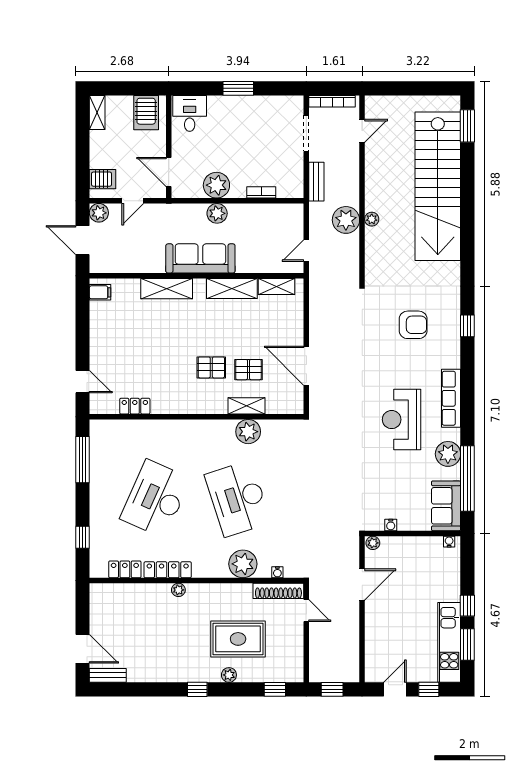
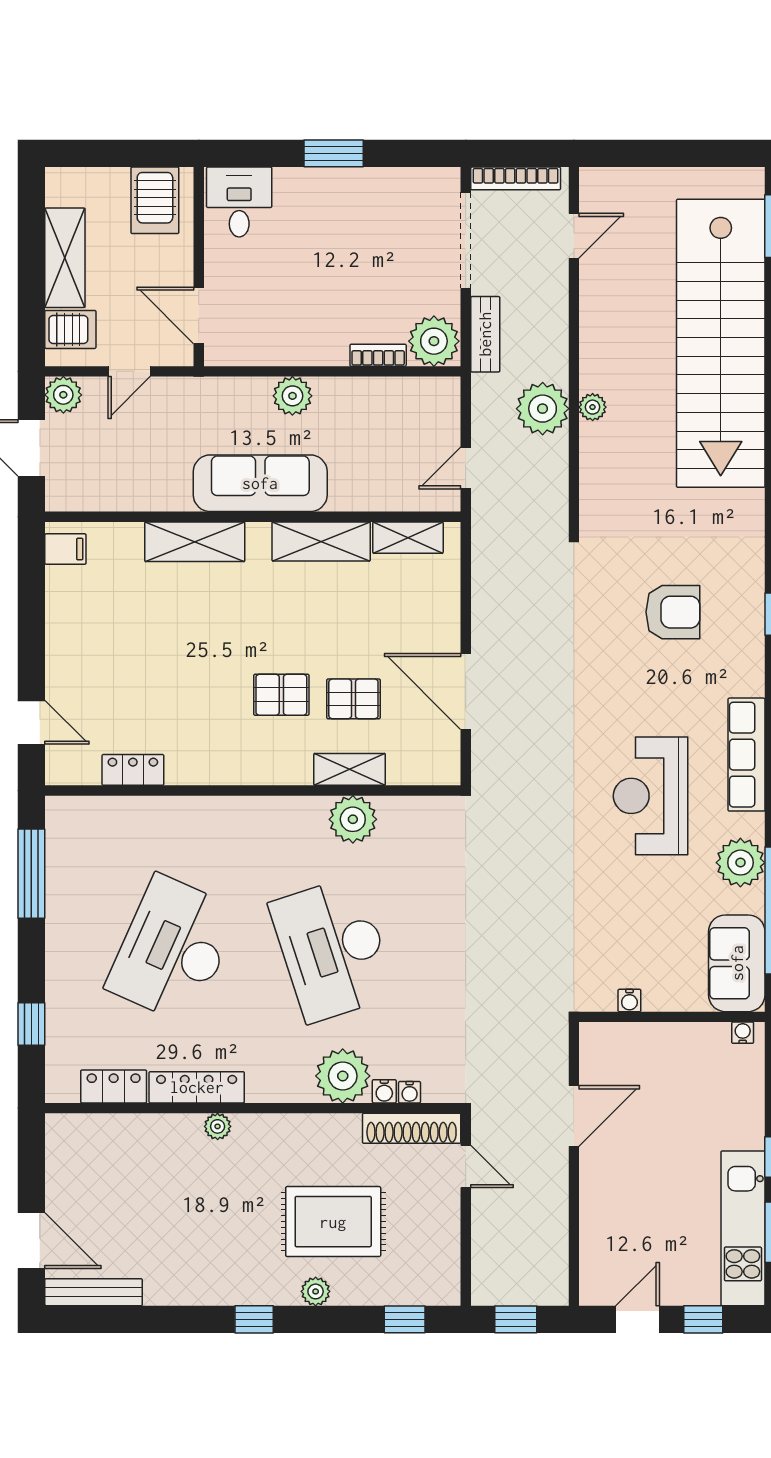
shelving: (97, 113) -> (65, 258), moved, width x1.50, depth x1.33
doorway: (306, 133) -> (466, 240), width x1.36
plant: (216, 185) -> (434, 341), moved
plant: (373, 543) -> (595, 1035), removed
water cooler: (264, 572) -> (384, 1091), added
bench: (108, 675) -> (94, 1292), width x1.36

